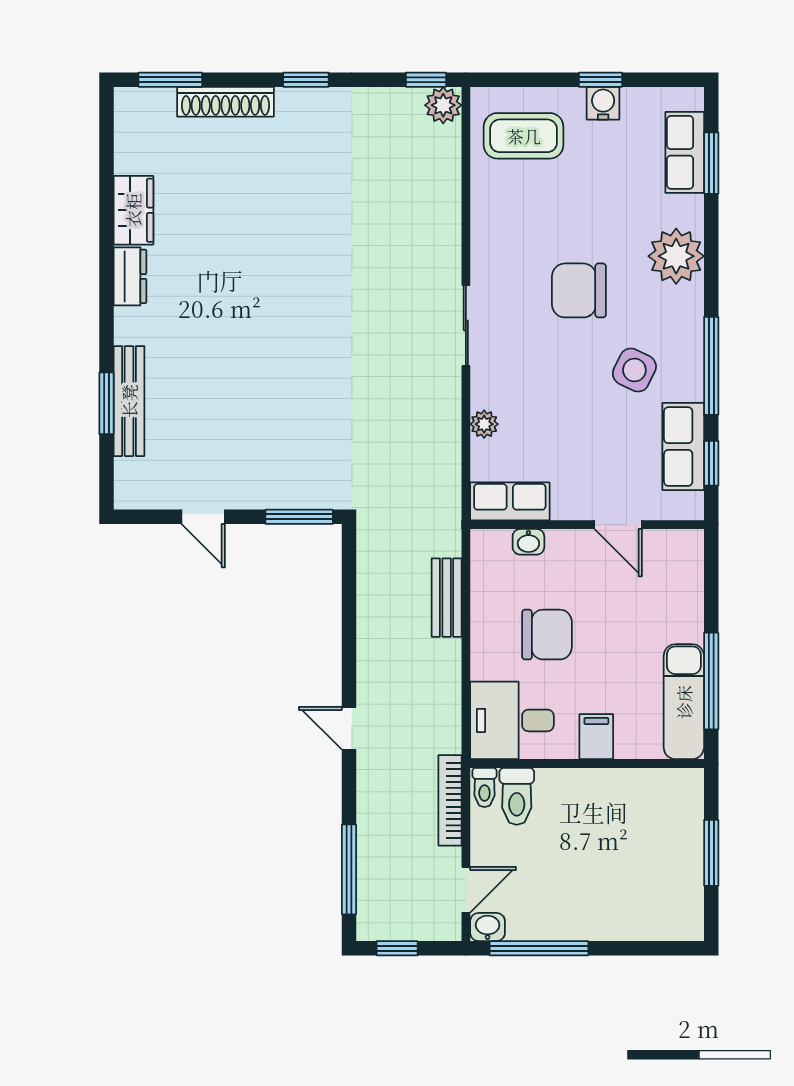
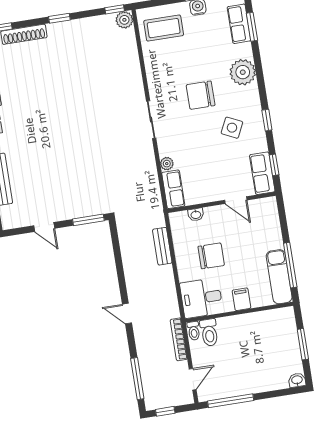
window: (711, 366) -> (267, 120), width x0.46
row of seats: (683, 447) -> (262, 173), moved
row of seats: (510, 501) -> (173, 189), moved, turned 90
washbasin: (488, 927) -> (297, 380), moved

